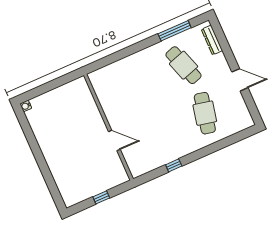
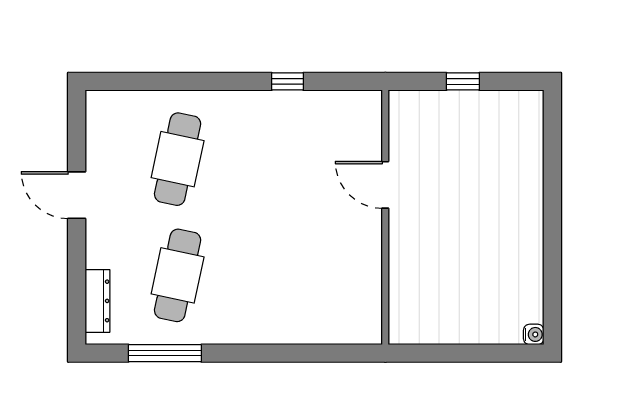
cafe table: (184, 65) -> (178, 275), turned 30

